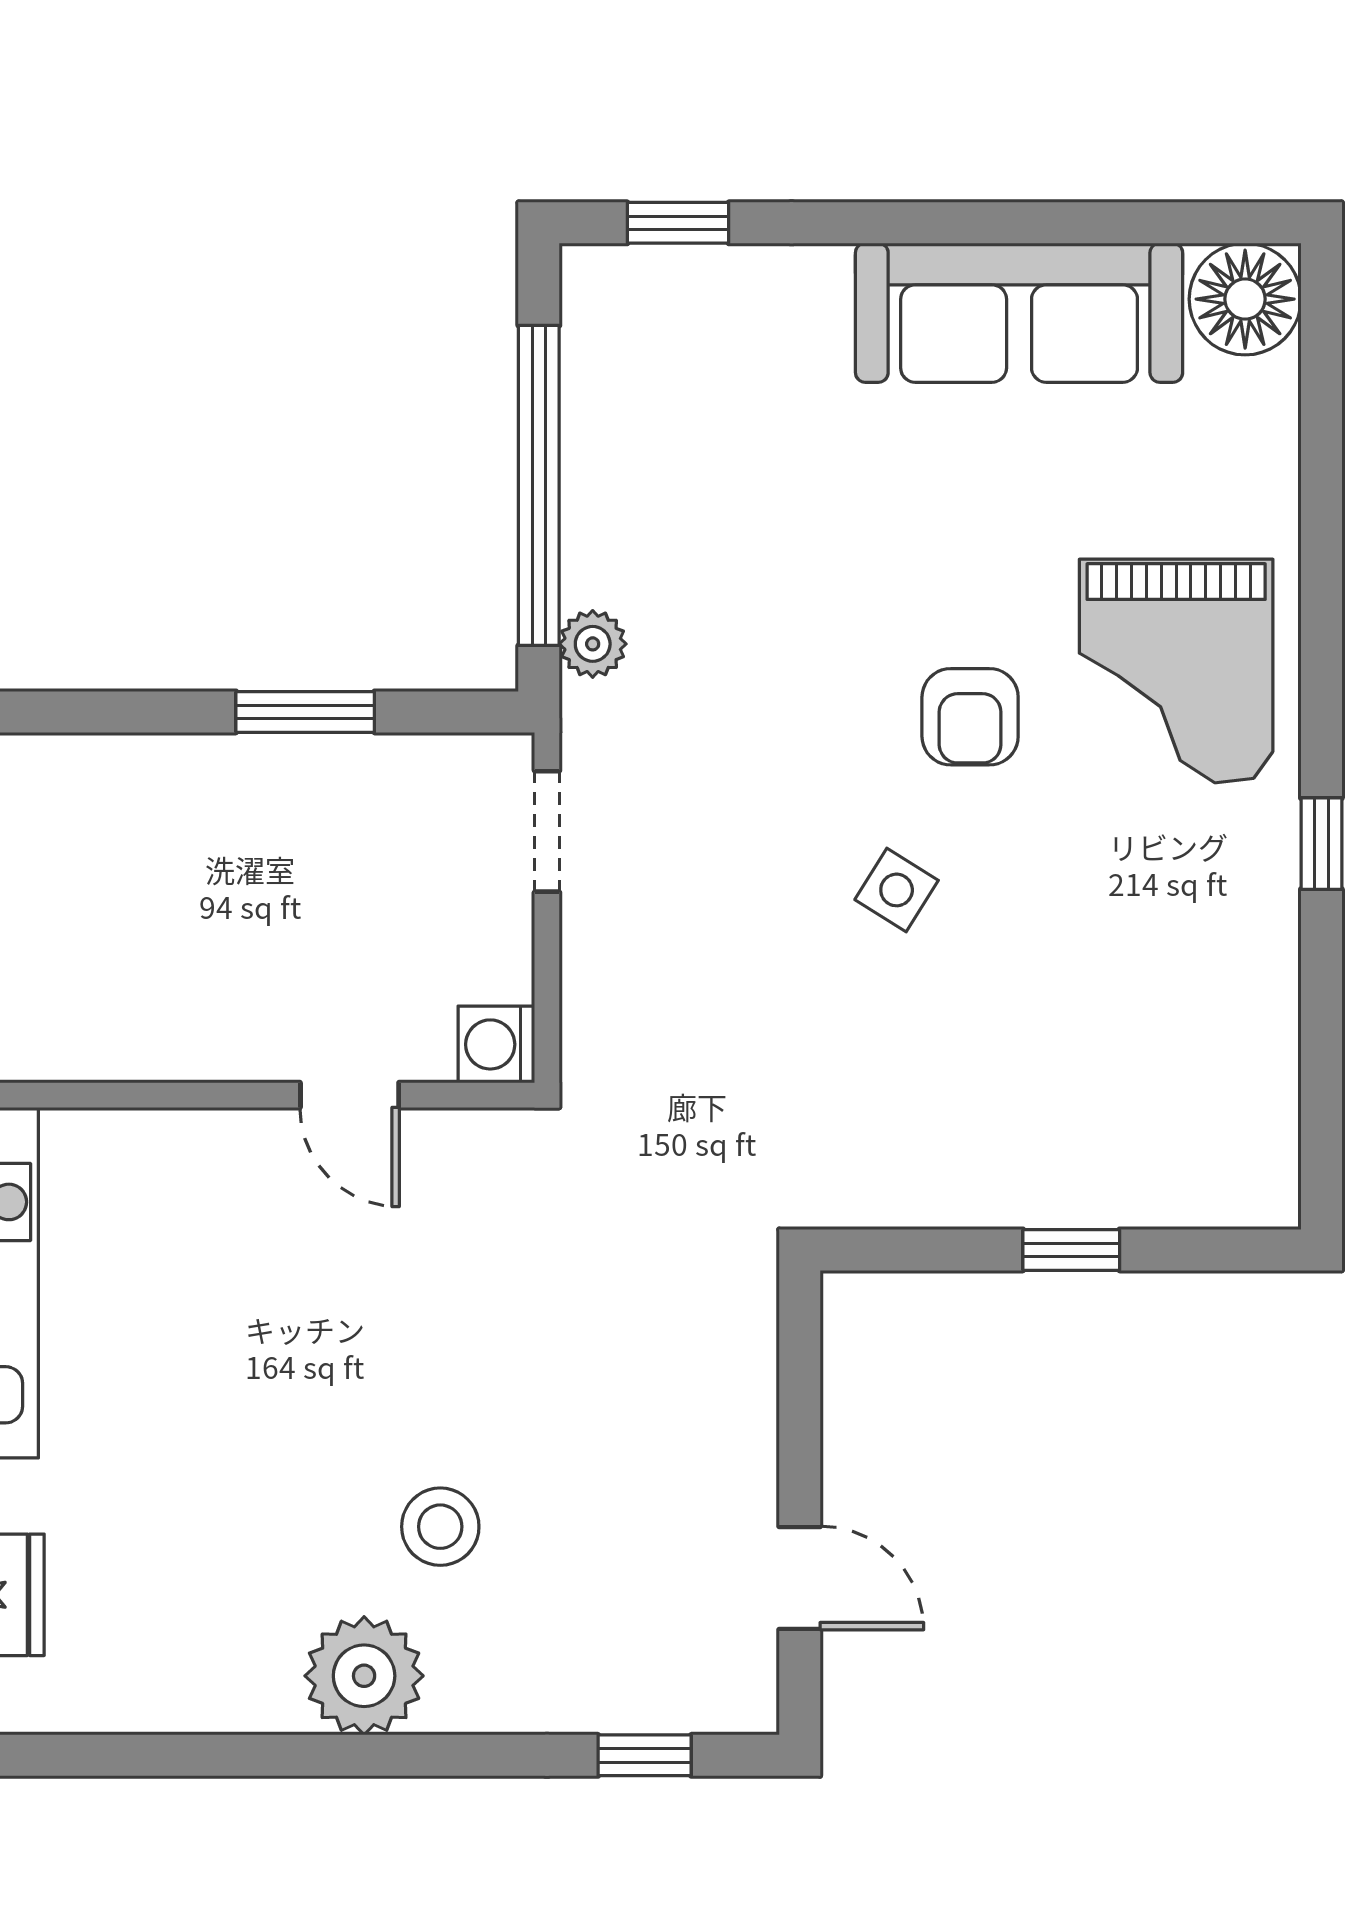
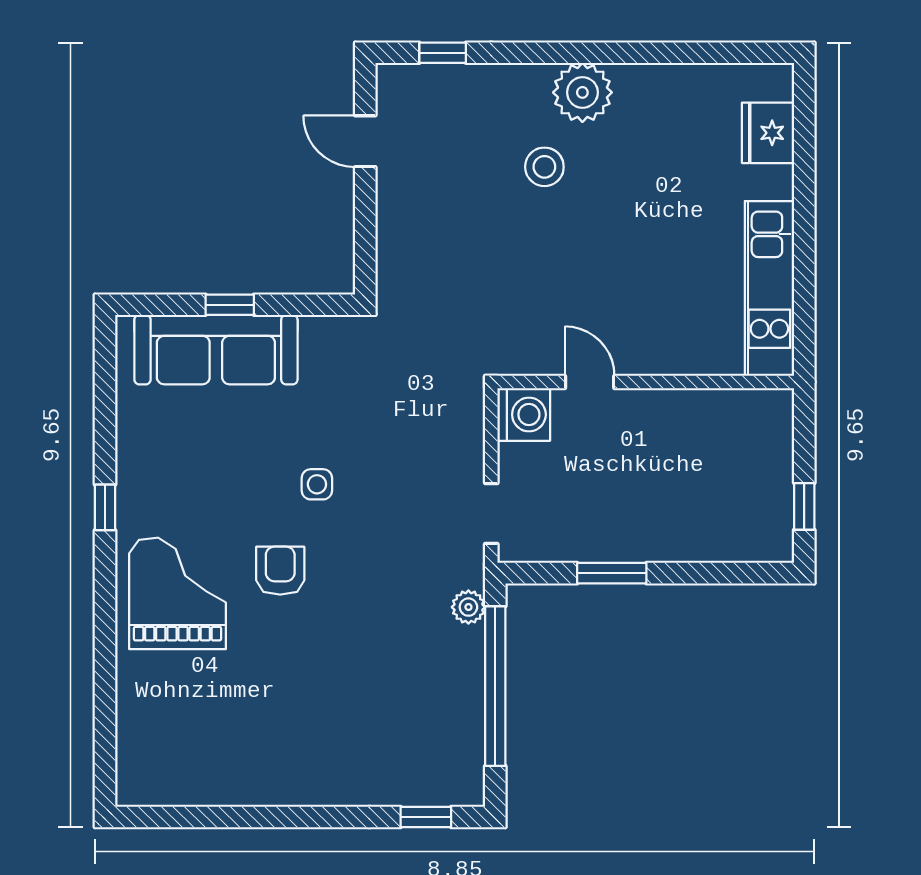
floor lamp: (1245, 299) -> (143, 779), removed
sofa: (1019, 313) -> (216, 350), moved, turned 180
side table: (897, 890) -> (317, 484), turned -32
washing machine: (496, 1044) -> (524, 415), width x1.38, depth x1.38

